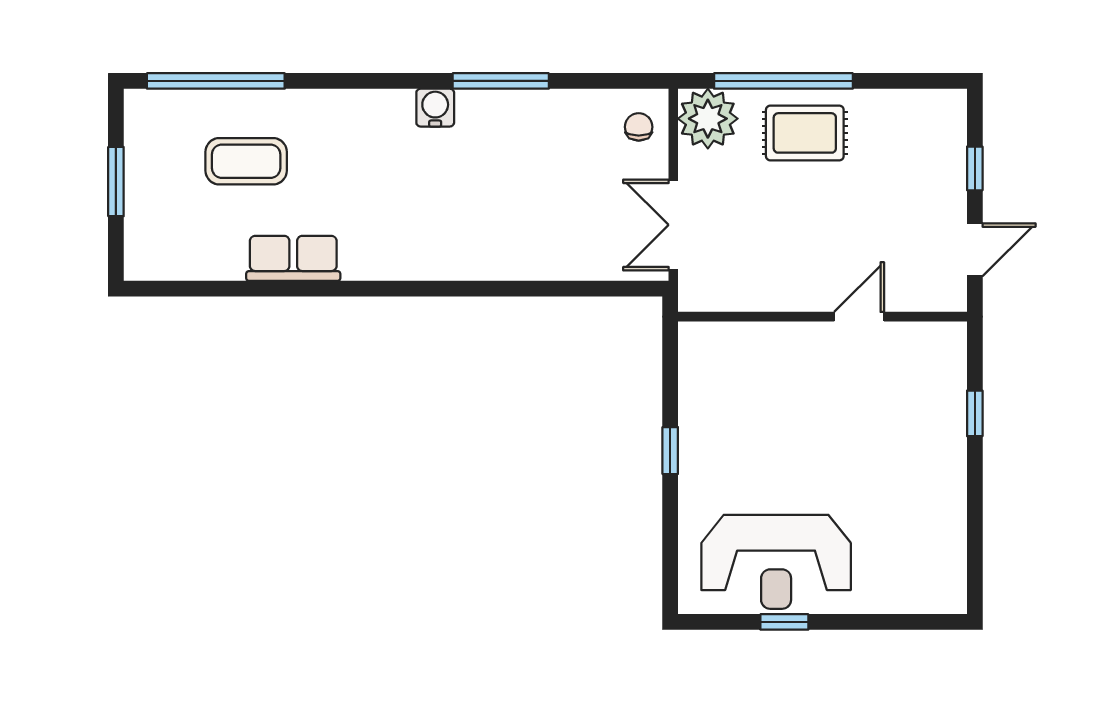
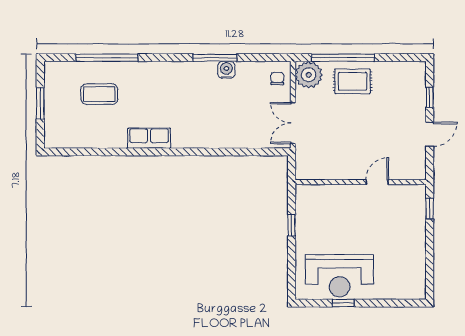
window: (216, 81) -> (107, 58), moved
water cooler: (435, 108) -> (226, 70), moved
row of seats: (293, 258) -> (149, 138), moved
wall: (823, 317) -> (361, 182), moved
door: (859, 317) -> (377, 182), moved

